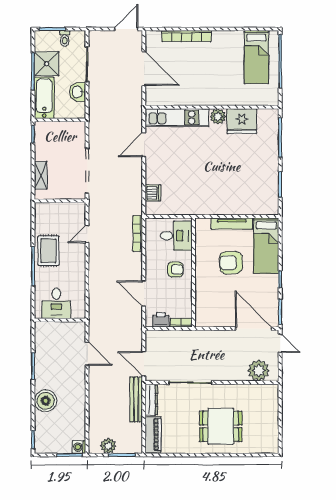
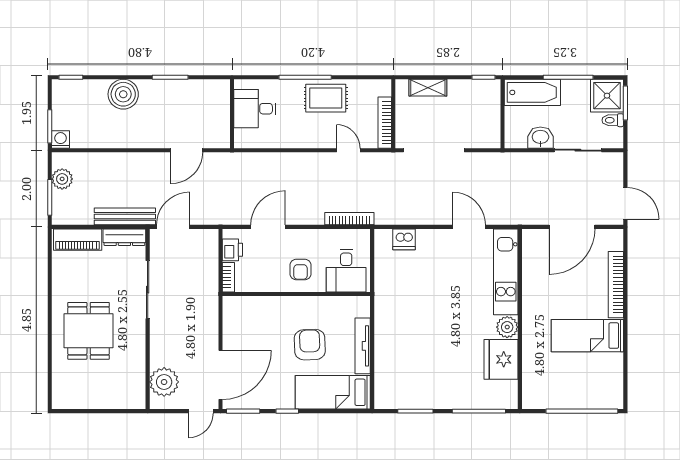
bed: (256, 57) -> (587, 336), moved
shower: (47, 64) -> (607, 96), moved
bookcase: (67, 207) -> (385, 123), added

